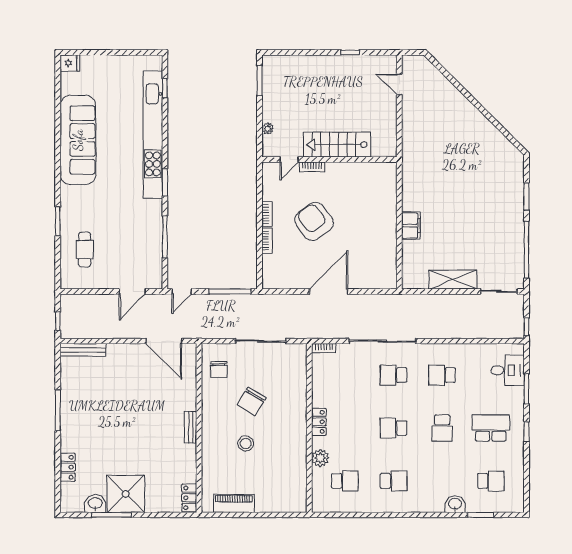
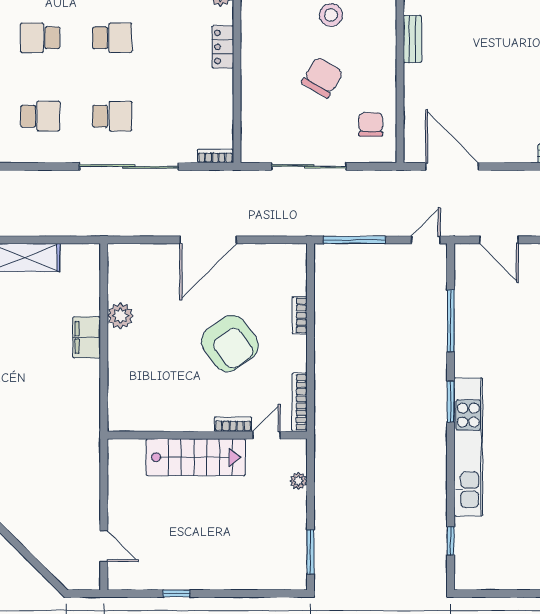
kitchen unit: (153, 135) -> (468, 447), width x0.73
bookcase: (267, 214) -> (300, 402), moved, width x1.56
plant: (388, 240) -> (120, 316), added
door: (132, 291) -> (499, 240), swing flipped
school desk: (442, 428) -> (40, 38), turned -90

